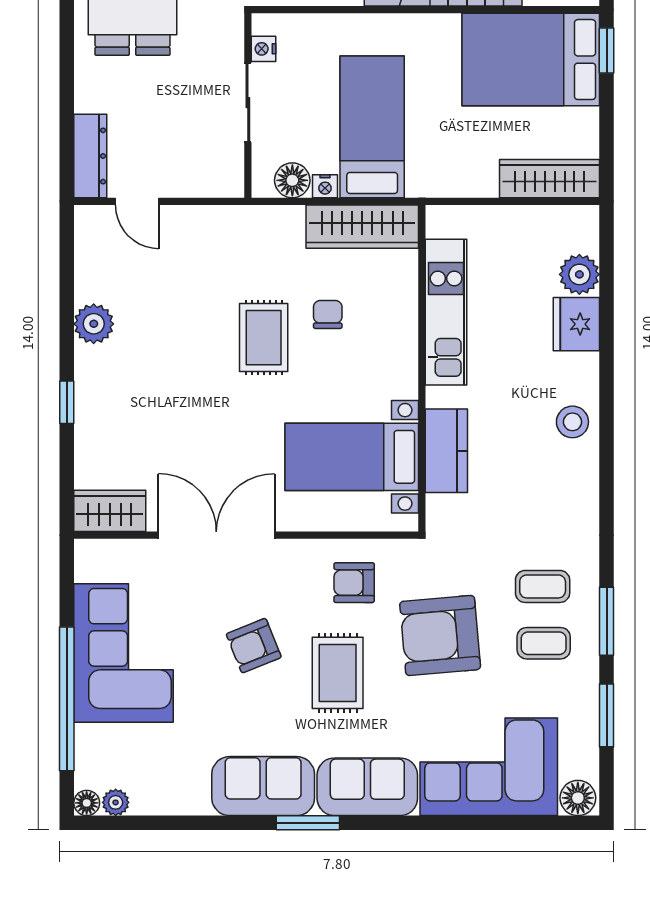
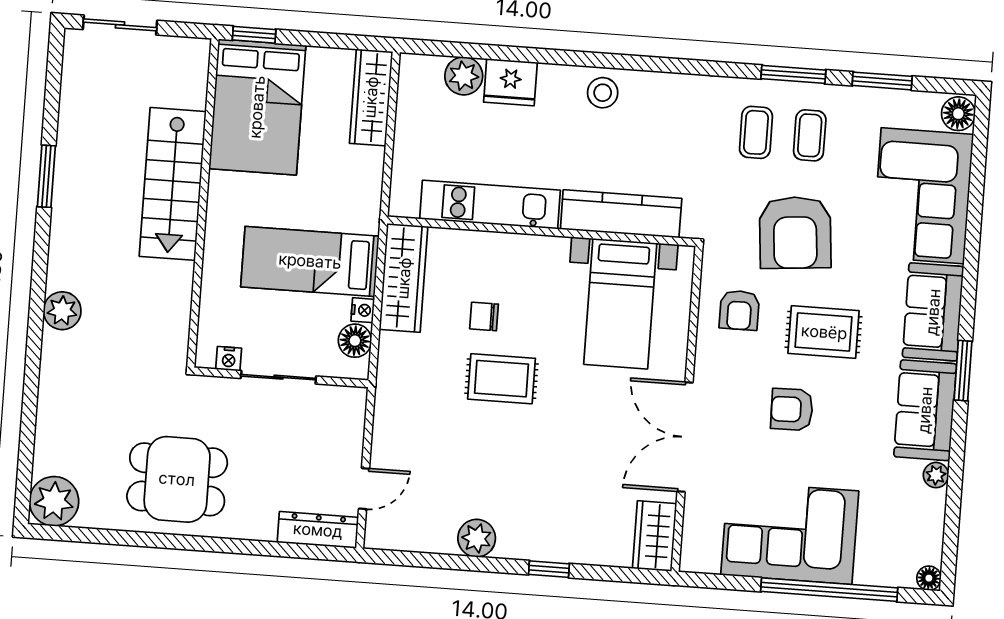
kitchen counter: (446, 451) -> (621, 214), width x1.50
armchair: (254, 646) -> (792, 409), turned 111
plant: (116, 802) -> (936, 475), moved

